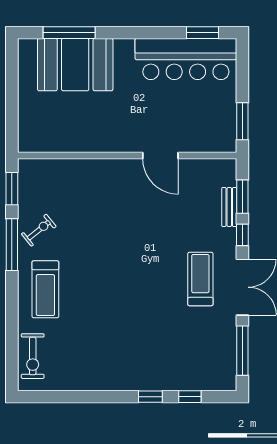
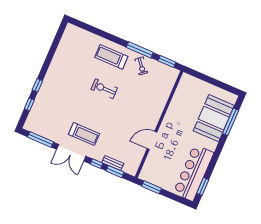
exercise bike: (33, 356) -> (104, 89), moved

